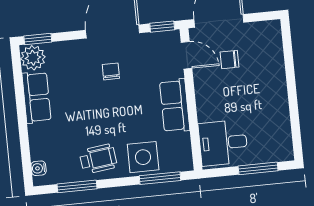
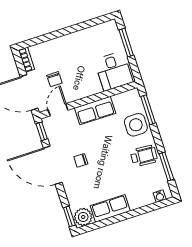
bookcase: (265, 27) -> (27, 60), added
wheelchair: (98, 159) -> (144, 156), turned 101

